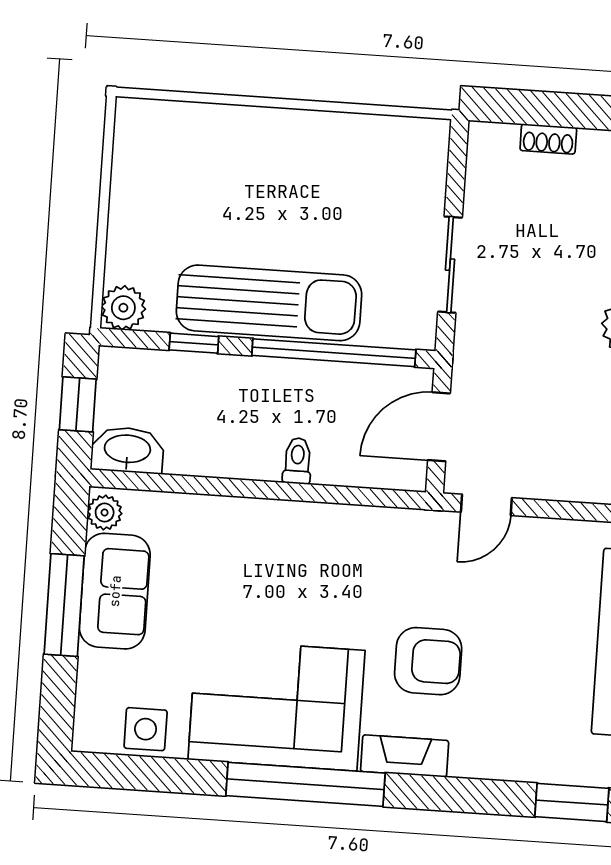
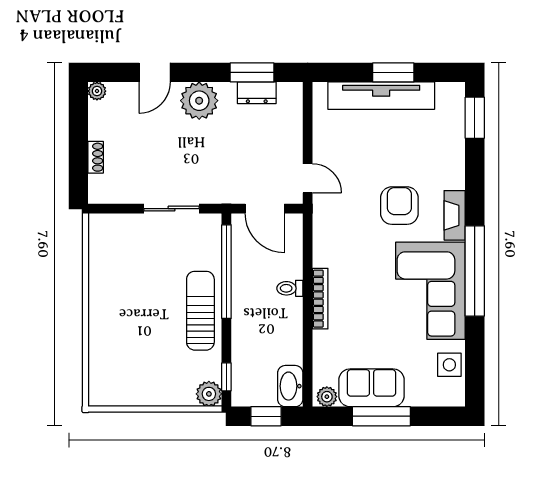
sun lounger: (269, 303) -> (200, 311), width x0.73, depth x0.75
window: (194, 343) -> (226, 377), moved
bookcase: (276, 512) -> (320, 299), added

